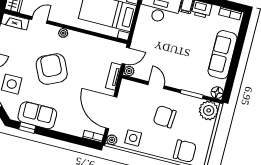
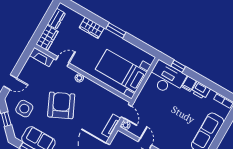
door: (126, 56) -> (126, 112), hinge flipped

